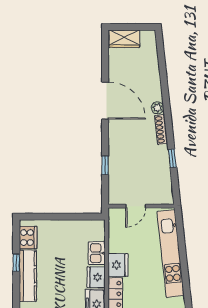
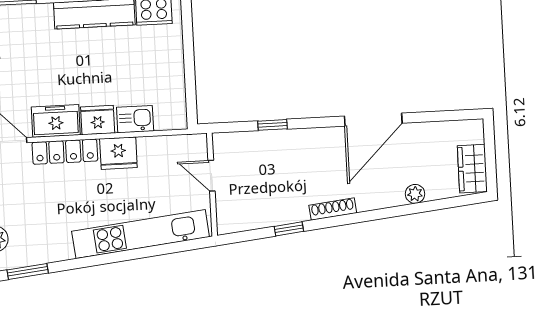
wardrobe: (124, 39) -> (472, 169), moved
plant: (158, 108) -> (415, 194), moved

